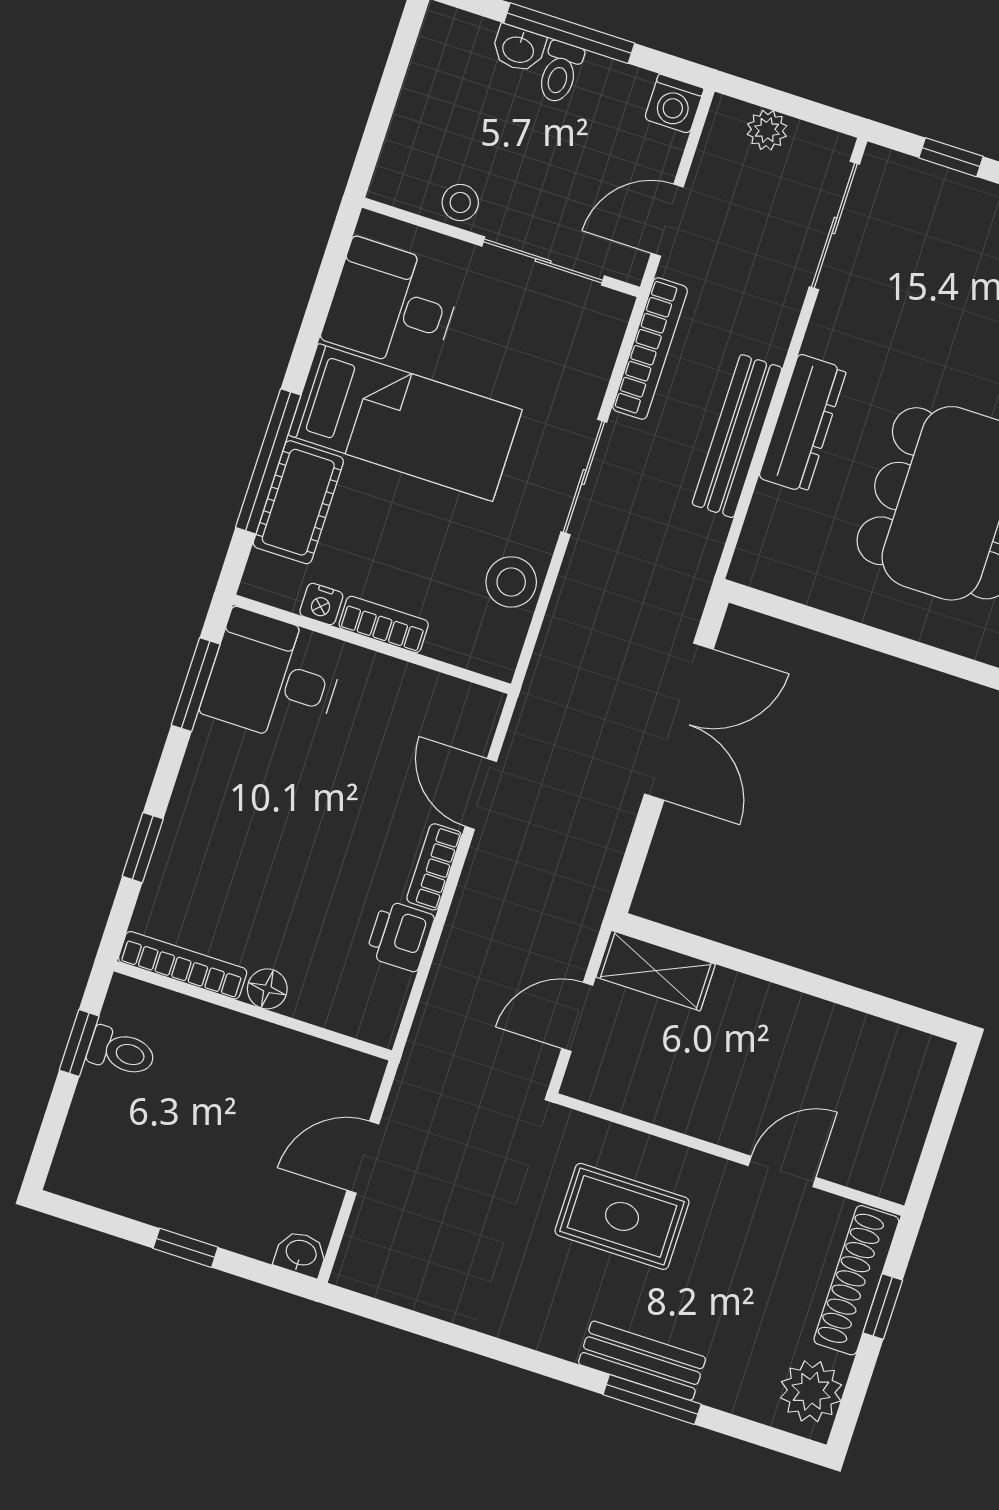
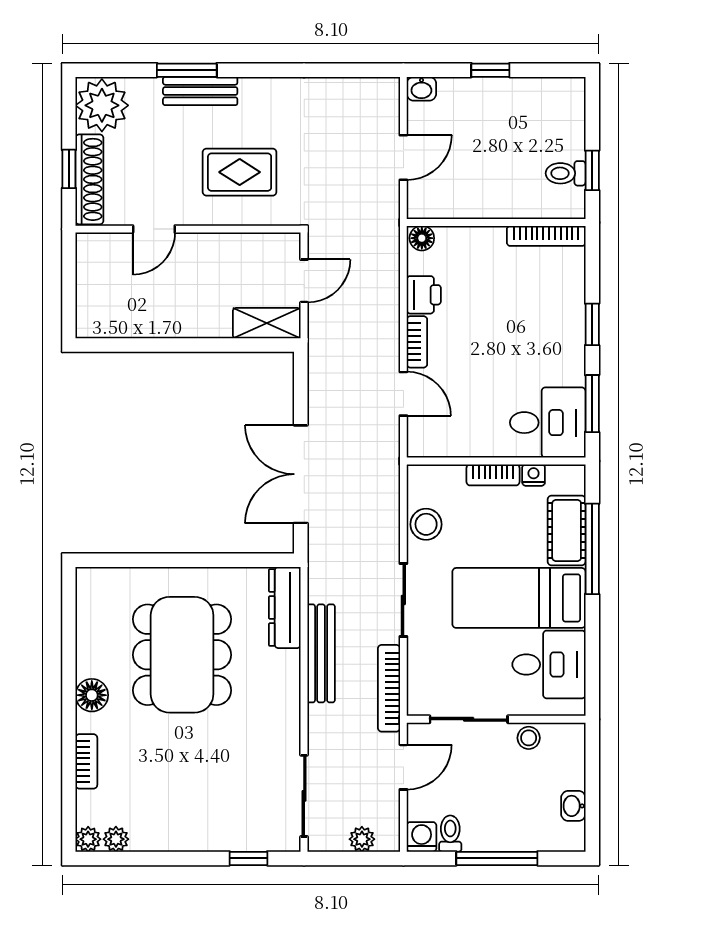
washbasin: (518, 49) -> (573, 806), moved, turned -90
toilet: (560, 72) -> (450, 834), moved
dresser: (803, 423) -> (285, 608), moved
window: (143, 848) -> (592, 324), moved
floor lamp: (267, 989) -> (422, 238), moved
plant: (811, 1391) -> (102, 105), width x1.36, depth x1.36

